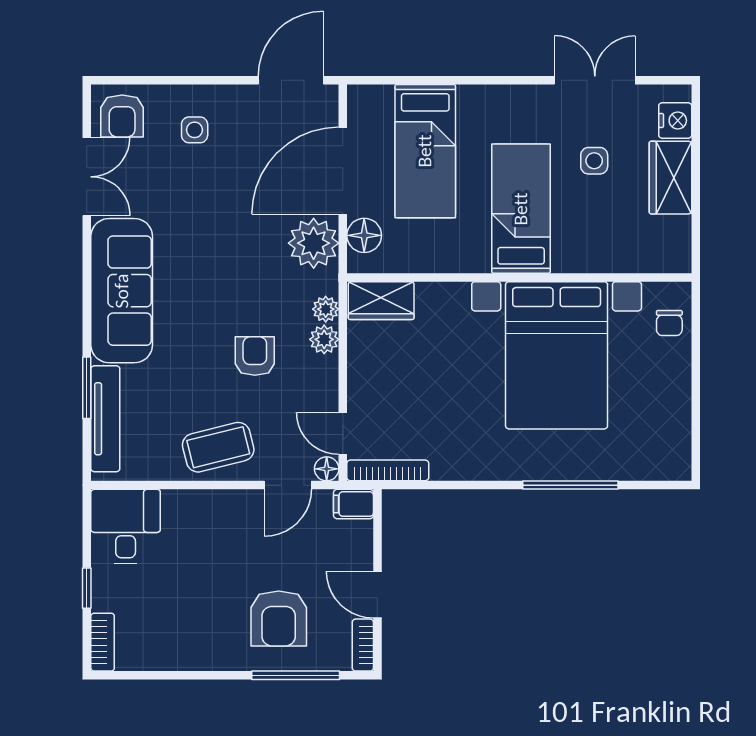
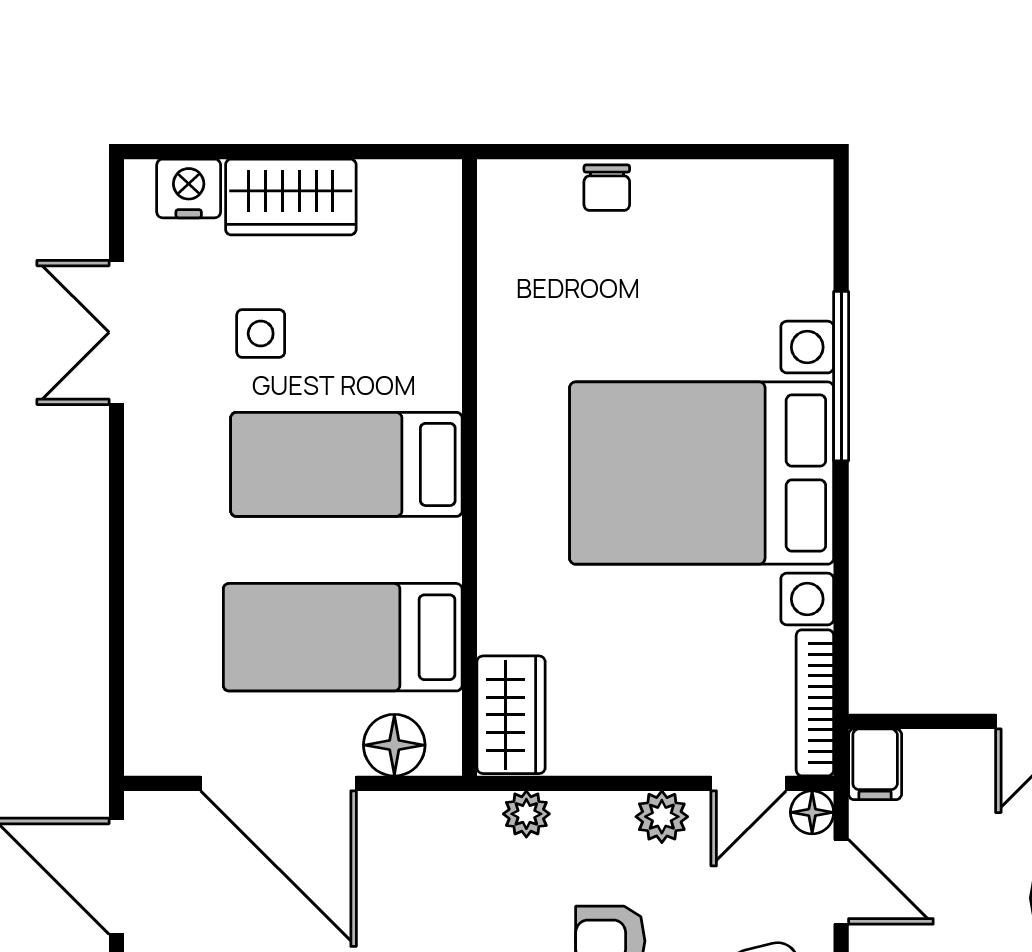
bed: (425, 151) -> (343, 637), moved, turned 180
plant: (314, 243) -> (408, 836), removed
chair: (669, 323) -> (607, 188), moved, turned 90
plant: (324, 339) -> (662, 817), moved
bed with nightstands: (557, 355) -> (702, 473), moved, turned 180

